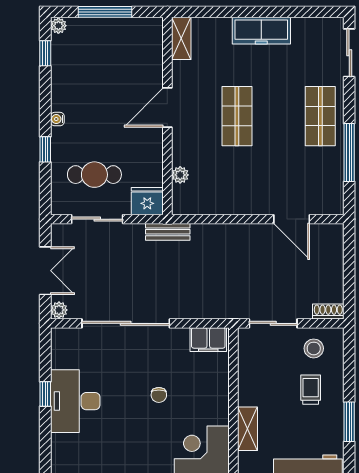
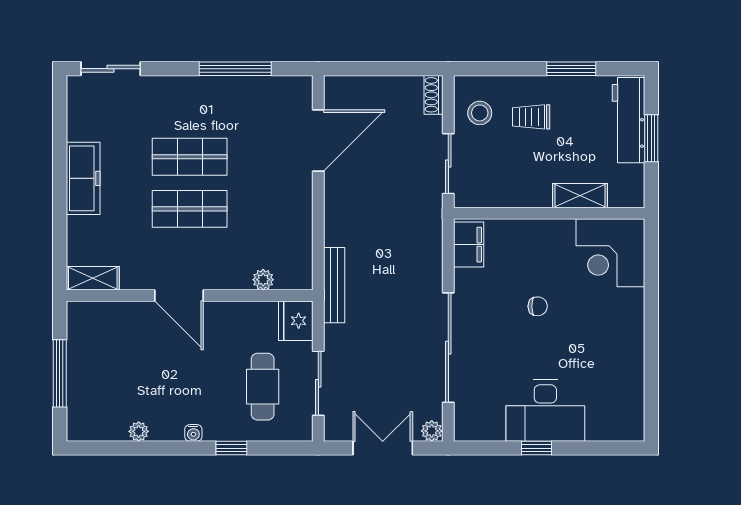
plant: (58, 26) -> (139, 431), moved
window: (45, 53) -> (111, 448), removed
shop shelf: (320, 116) -> (190, 157), moved
door: (292, 219) -> (318, 141), width x1.36
bench: (168, 232) -> (334, 285), width x1.36

